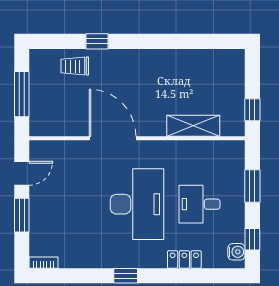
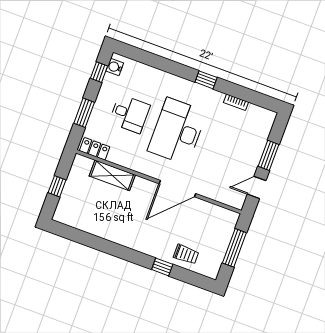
window: (252, 110) -> (57, 186), moved
door: (113, 138) -> (177, 189), hinge flipped
locker: (184, 259) -> (95, 149), moved, turned 180
bookcase: (43, 263) -> (236, 102), moved

